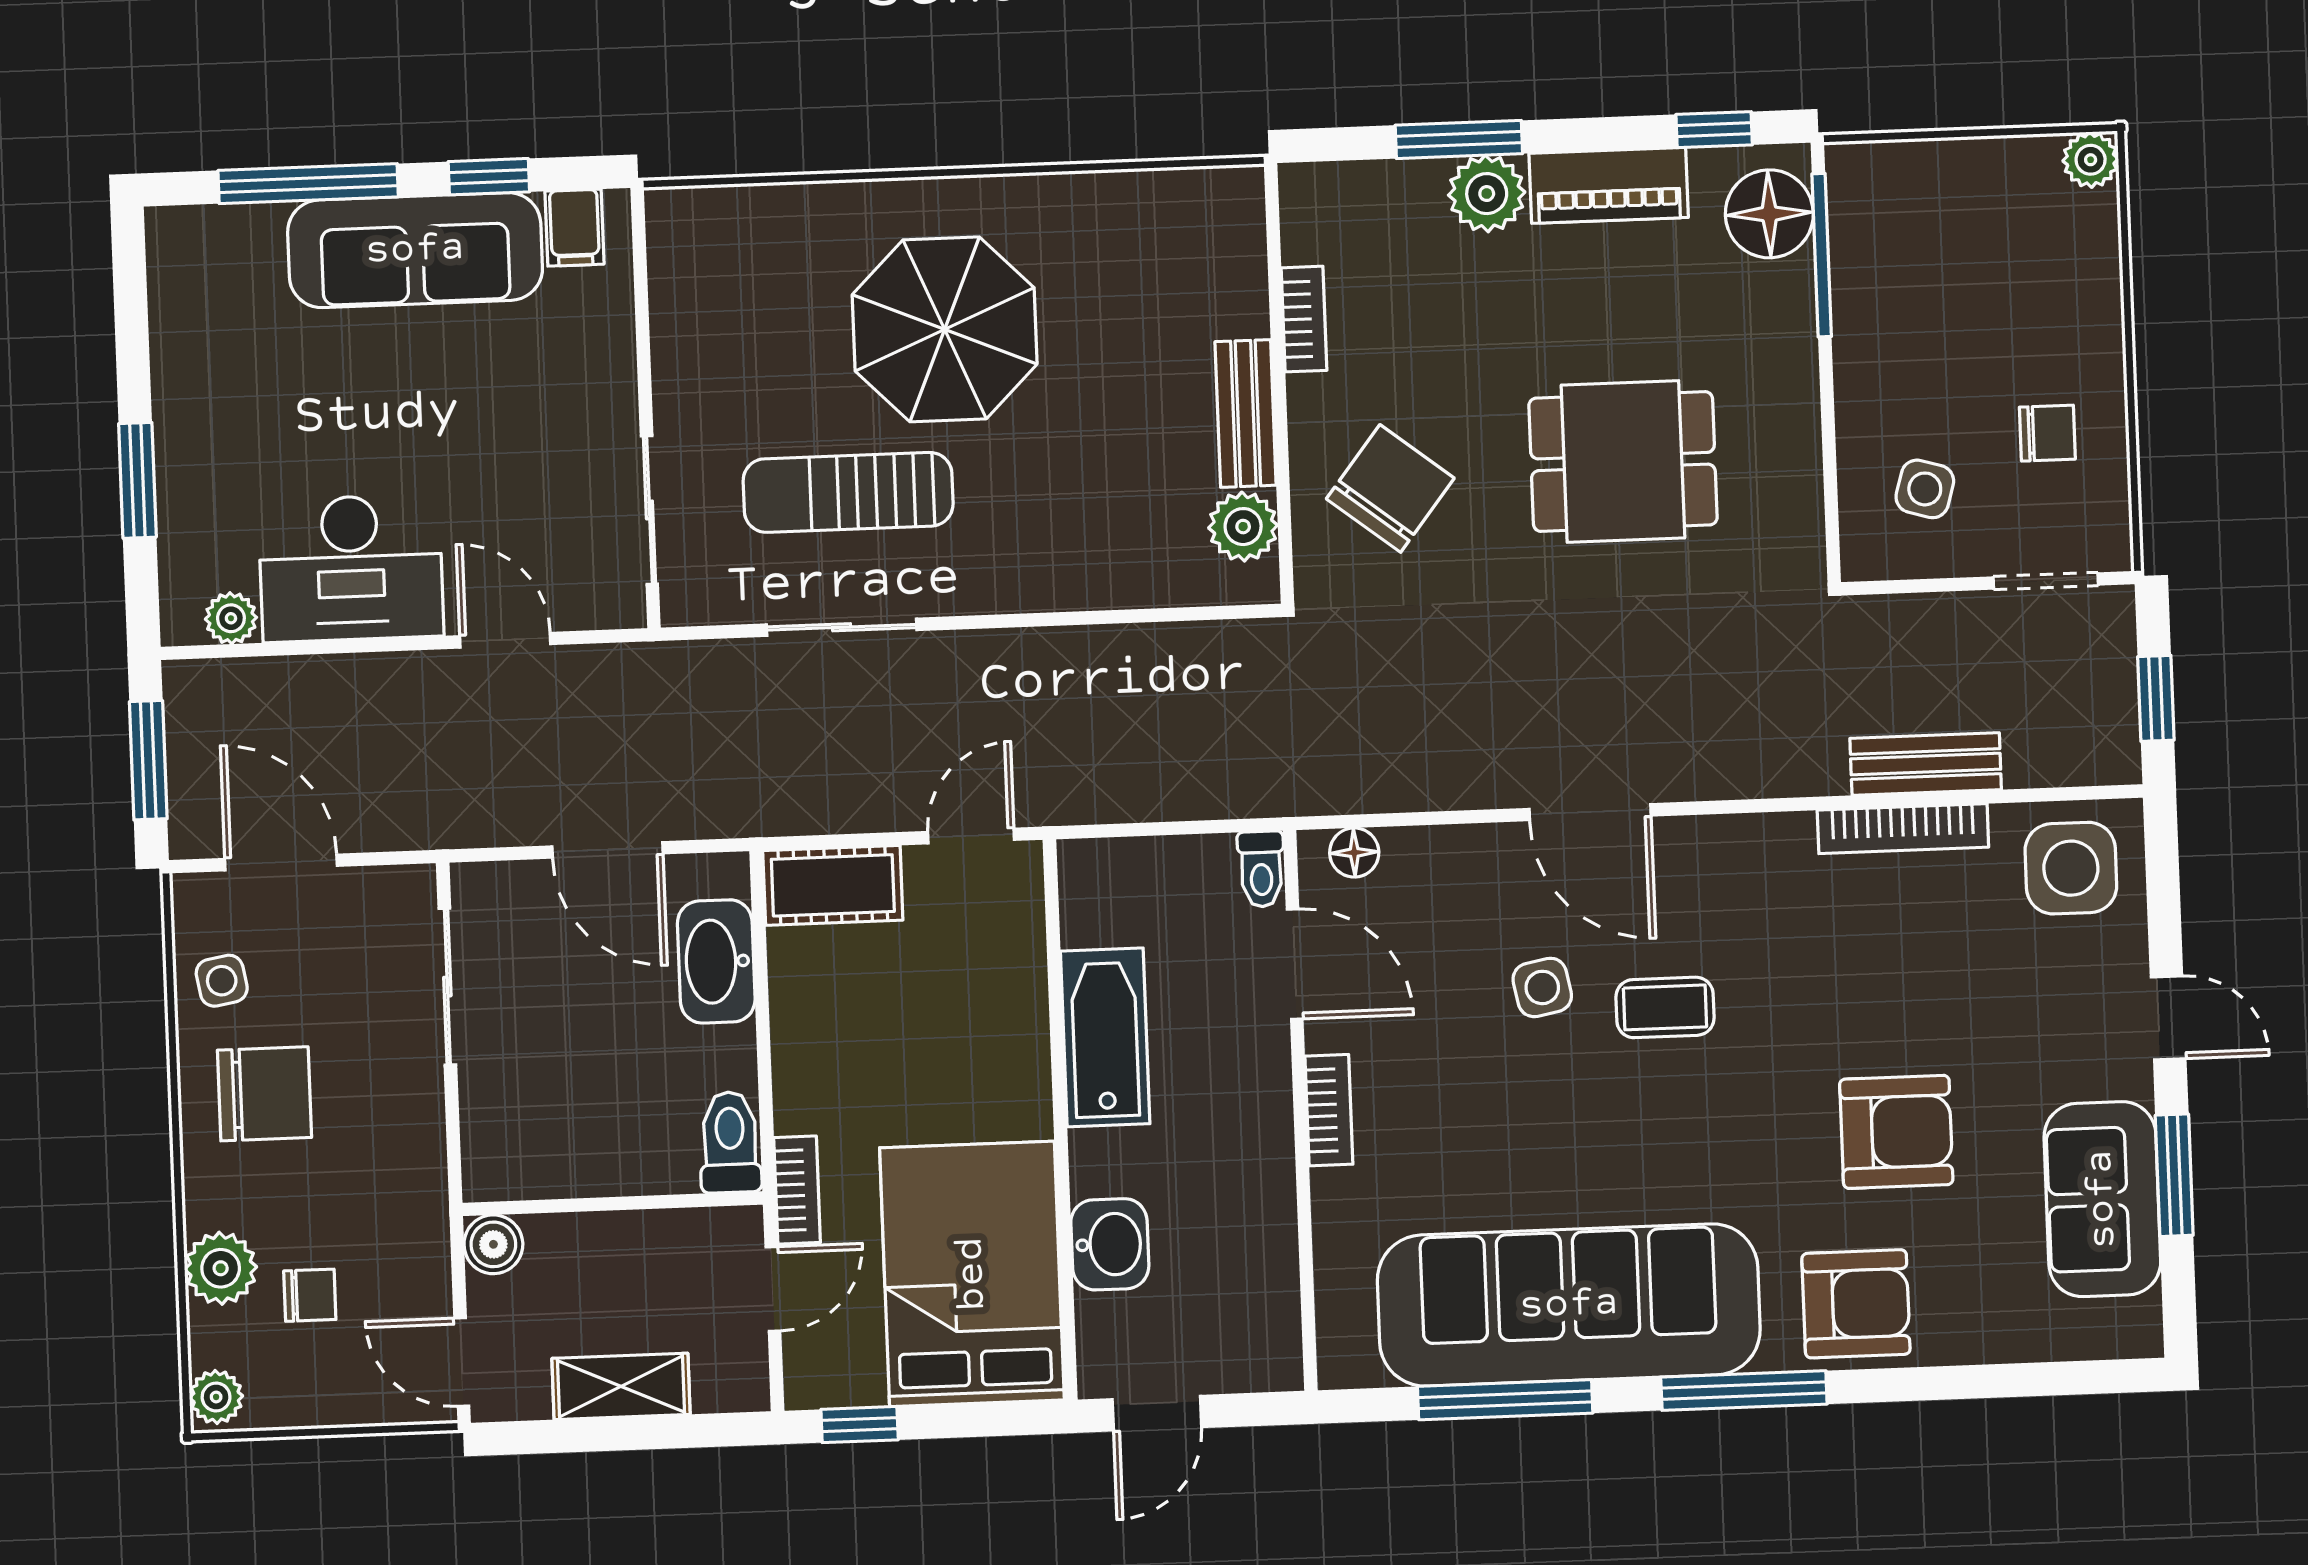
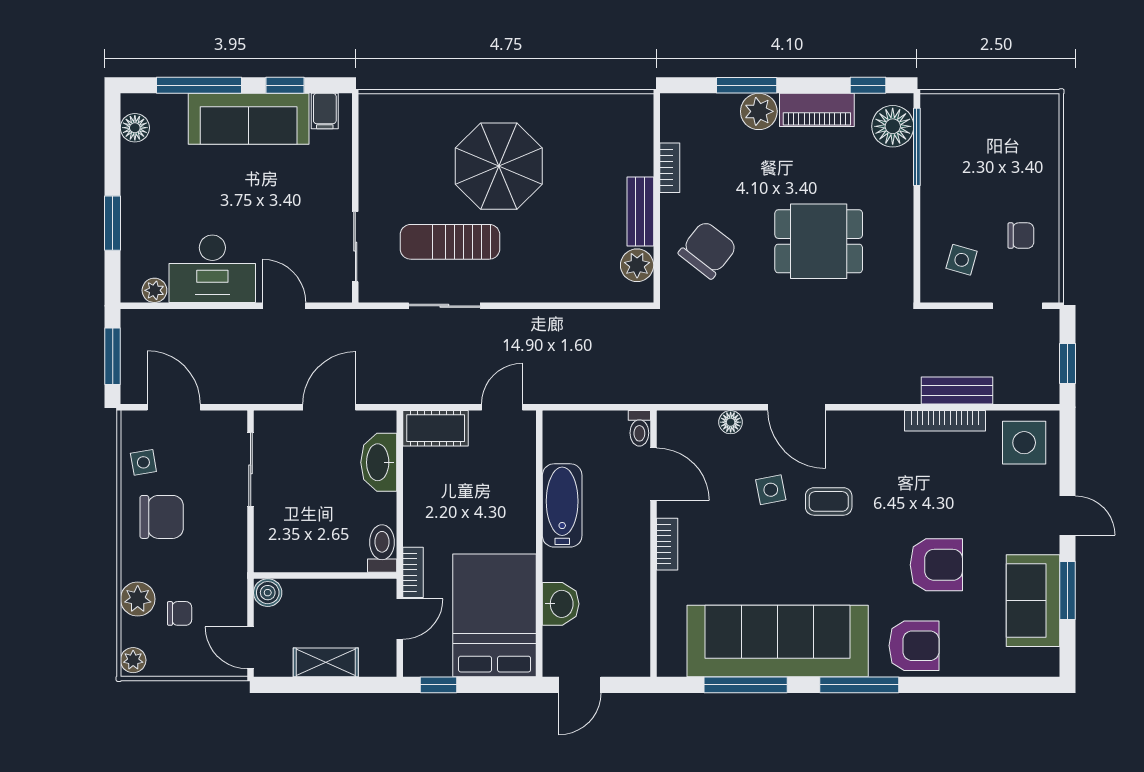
plant: (2091, 160) -> (1046, 106), removed
floor lamp: (177, 278) -> (135, 128), added
door: (608, 850) -> (329, 407), swing flipped
floor lamp: (1354, 853) -> (731, 422), moved

